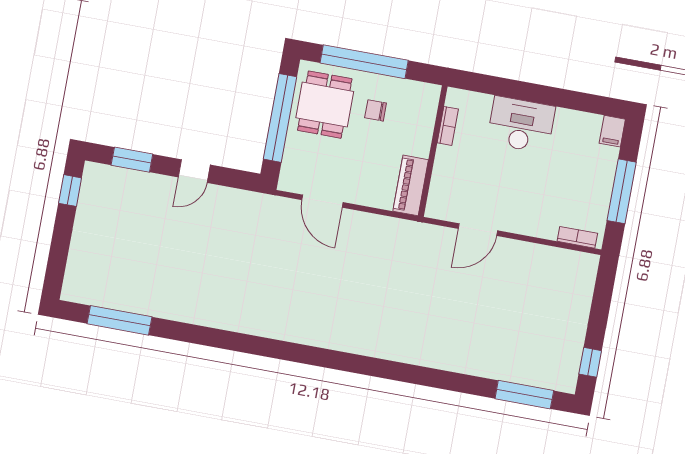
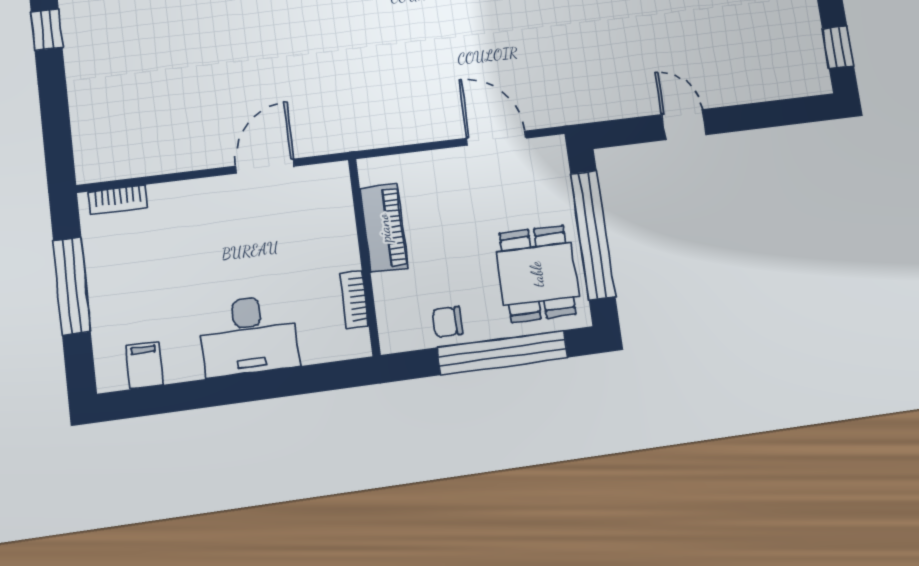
chair: (376, 110) -> (448, 322), moved, turned 180
filing cabinet: (612, 131) -> (145, 365), moved
window: (132, 160) -> (772, 114), removed
door: (194, 171) -> (684, 125), hinge flipped
piano: (411, 185) -> (384, 228), moved

